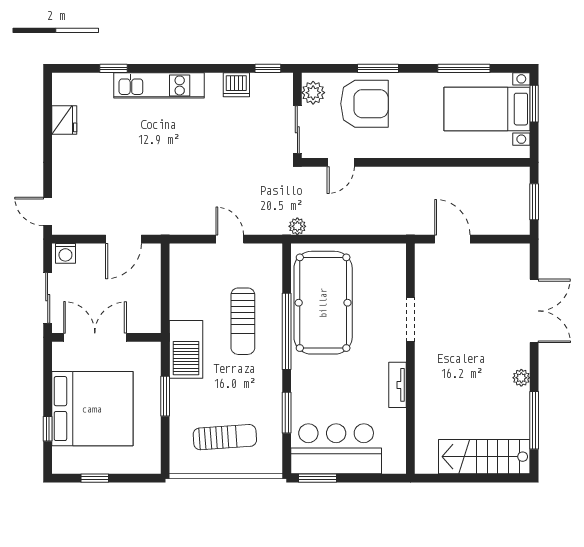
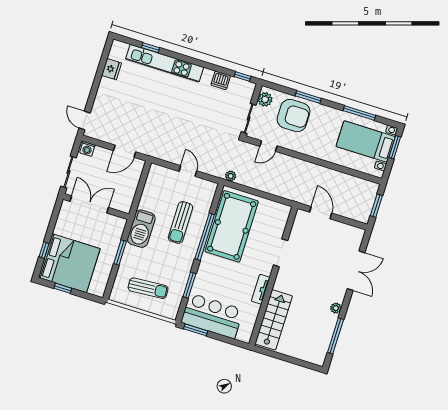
kitchen unit: (159, 85) -> (165, 63), width x1.36
bed: (92, 409) -> (69, 263), moved
stairs: (484, 457) -> (274, 320), moved, turned 90

